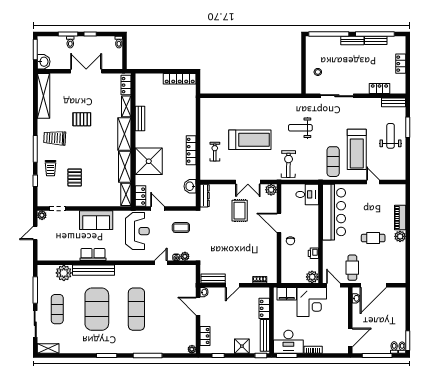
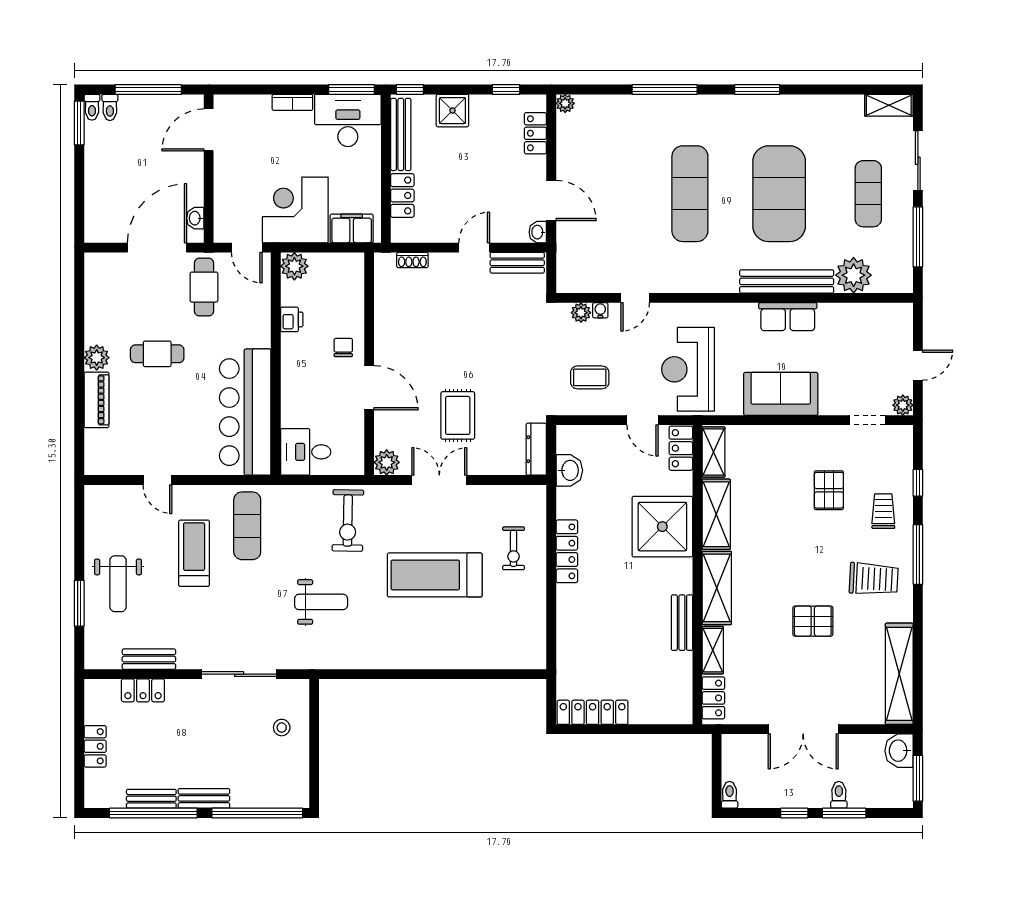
bench: (394, 102) -> (149, 659), moved
treadmill: (357, 149) -> (194, 553), width x0.73, depth x0.73

